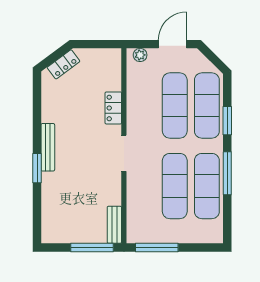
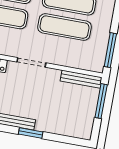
bench: (114, 225) -> (81, 79), width x1.36

